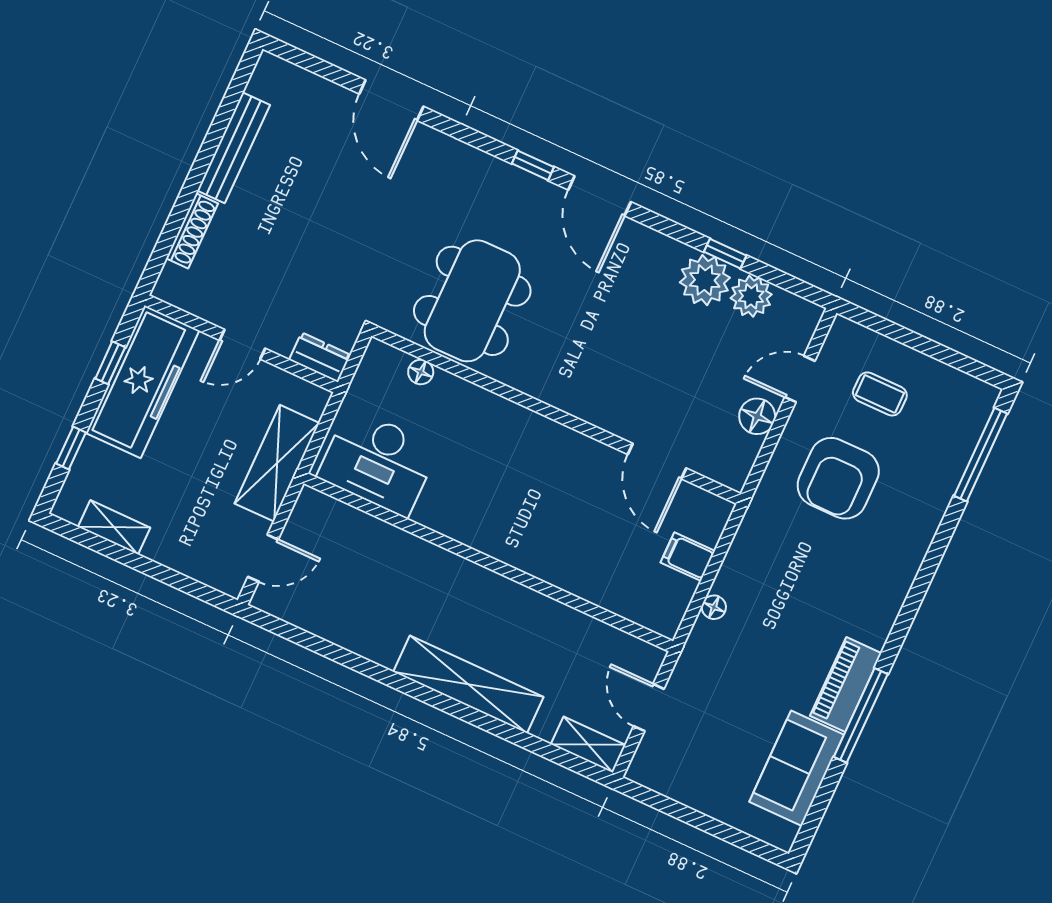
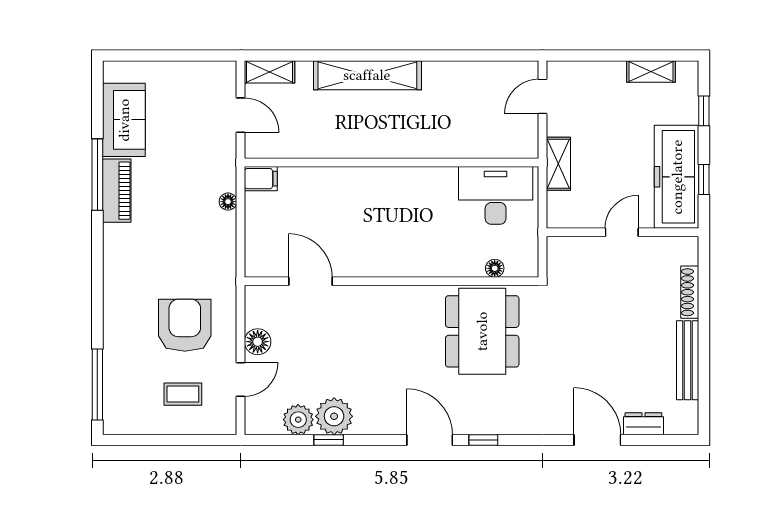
dresser: (320, 357) -> (643, 424), moved, turned 180
shelving: (277, 463) -> (558, 164), width x0.67, depth x0.75
filing cabinet: (688, 557) -> (261, 179), moved

